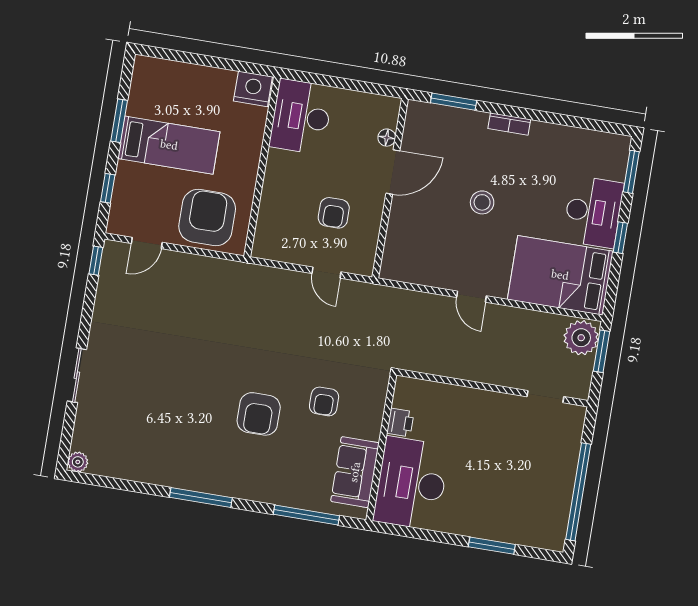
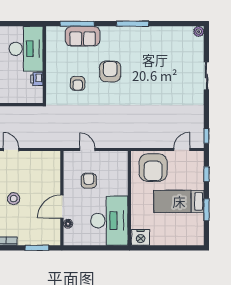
desk: (301, 117) -> (109, 221), width x1.36, depth x1.30
armchair: (324, 401) -> (78, 83), turned 180
sofa: (355, 472) -> (83, 36), moved, turned 90

